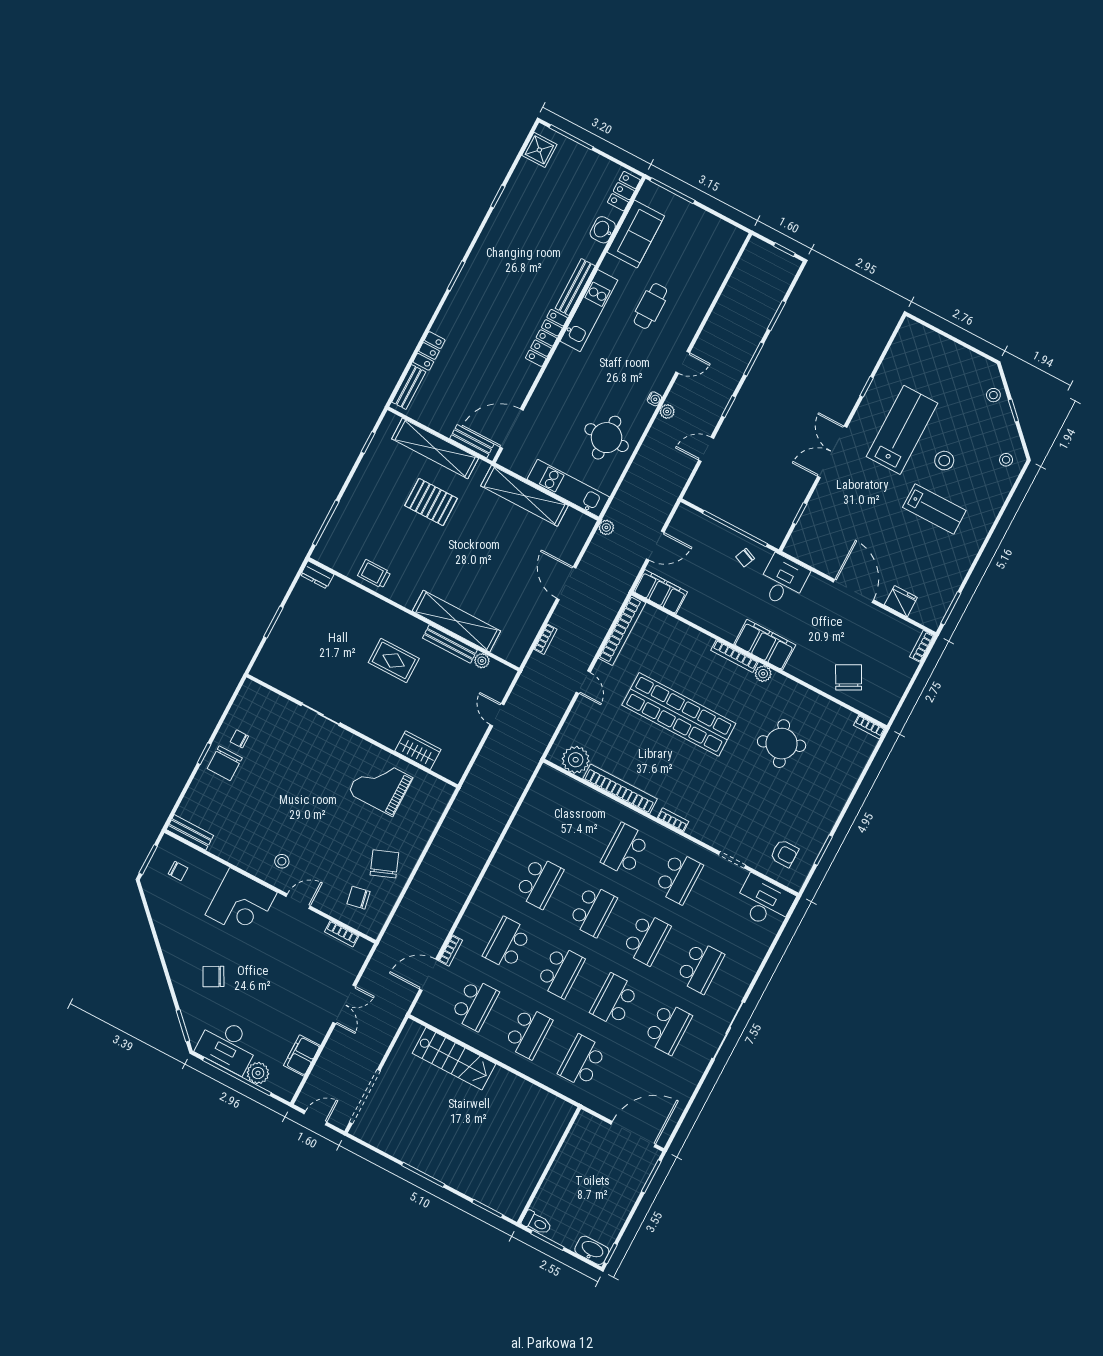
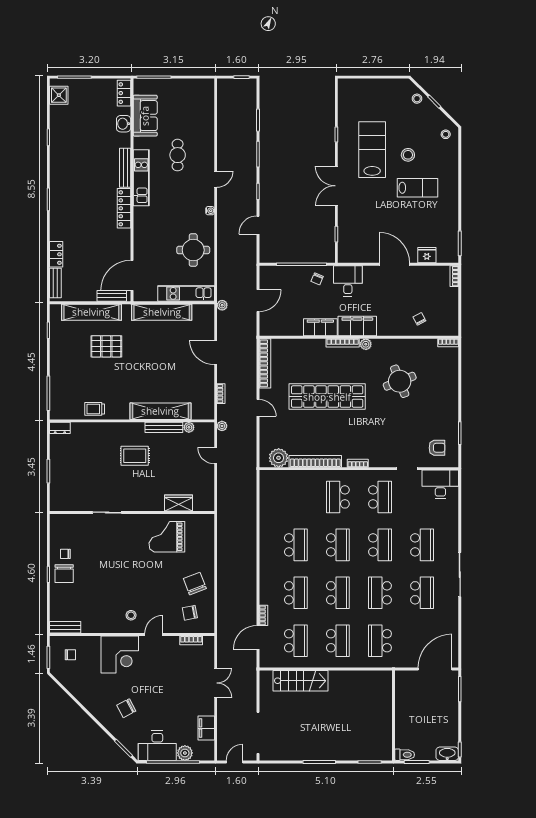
plant: (667, 412) -> (222, 426), moved
filing cabinet: (660, 592) -> (320, 327), moved
chair: (849, 677) -> (419, 319), width x0.54, depth x0.54
school desk: (507, 943) -> (296, 593), turned 180

